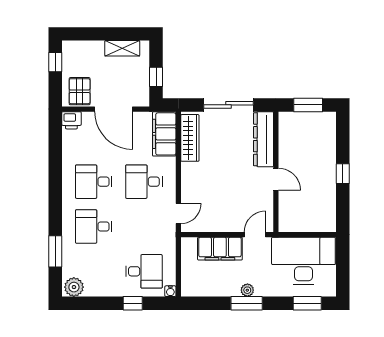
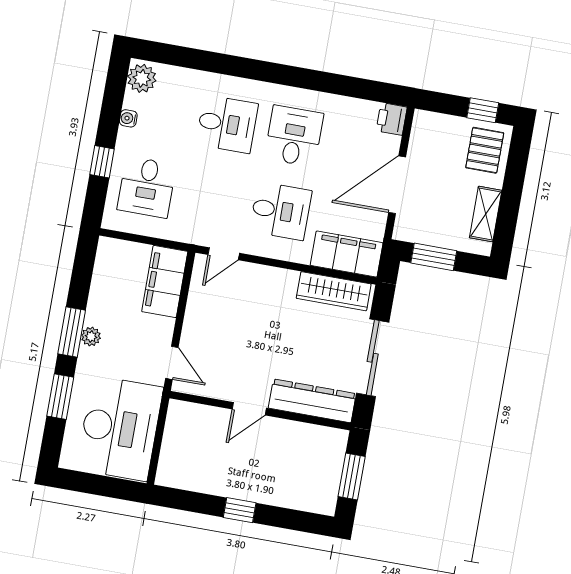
window: (156, 77) -> (434, 257), width x1.50
pallet: (80, 91) -> (485, 150), moved, turned 90
desk: (144, 182) -> (281, 211), turned 90
door: (178, 214) -> (224, 254), hinge flipped
desk: (94, 226) -> (227, 124), turned 90
filing cabinet: (220, 249) -> (165, 281), moved
window: (55, 251) -> (200, 60), removed
water cooler: (170, 291) -> (128, 118), moved
window: (307, 303) -> (60, 397), moved

